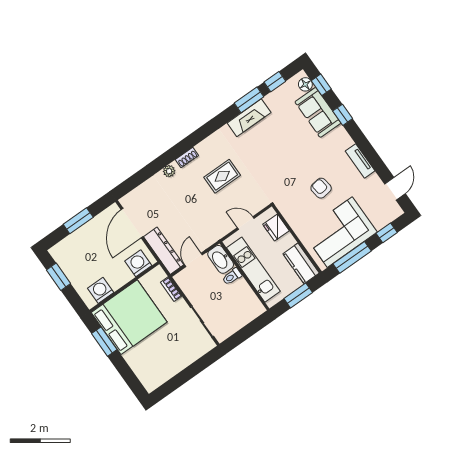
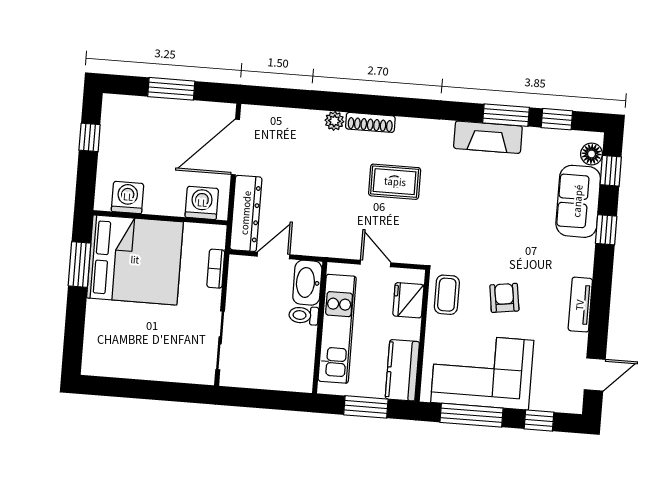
shoe rack: (187, 158) -> (370, 122), width x1.43
coffee table: (292, 209) -> (447, 295), added
window: (58, 277) -> (90, 137), width x0.67

